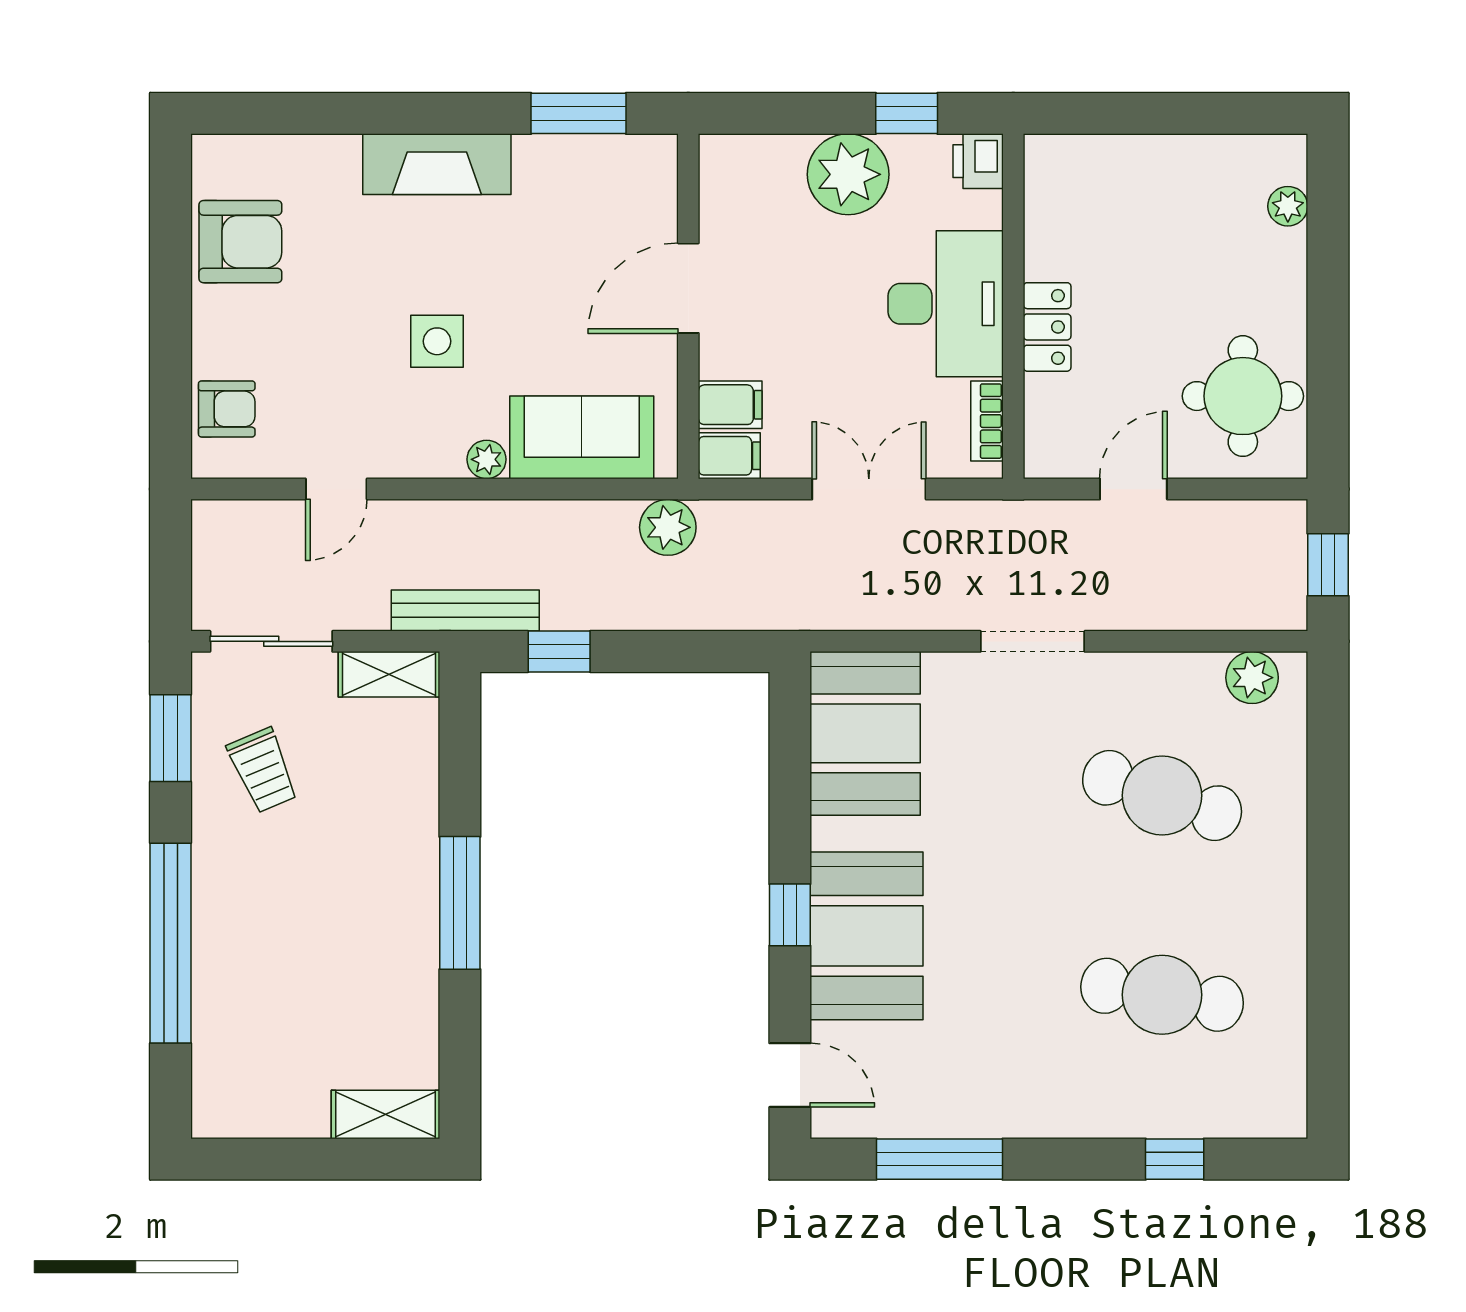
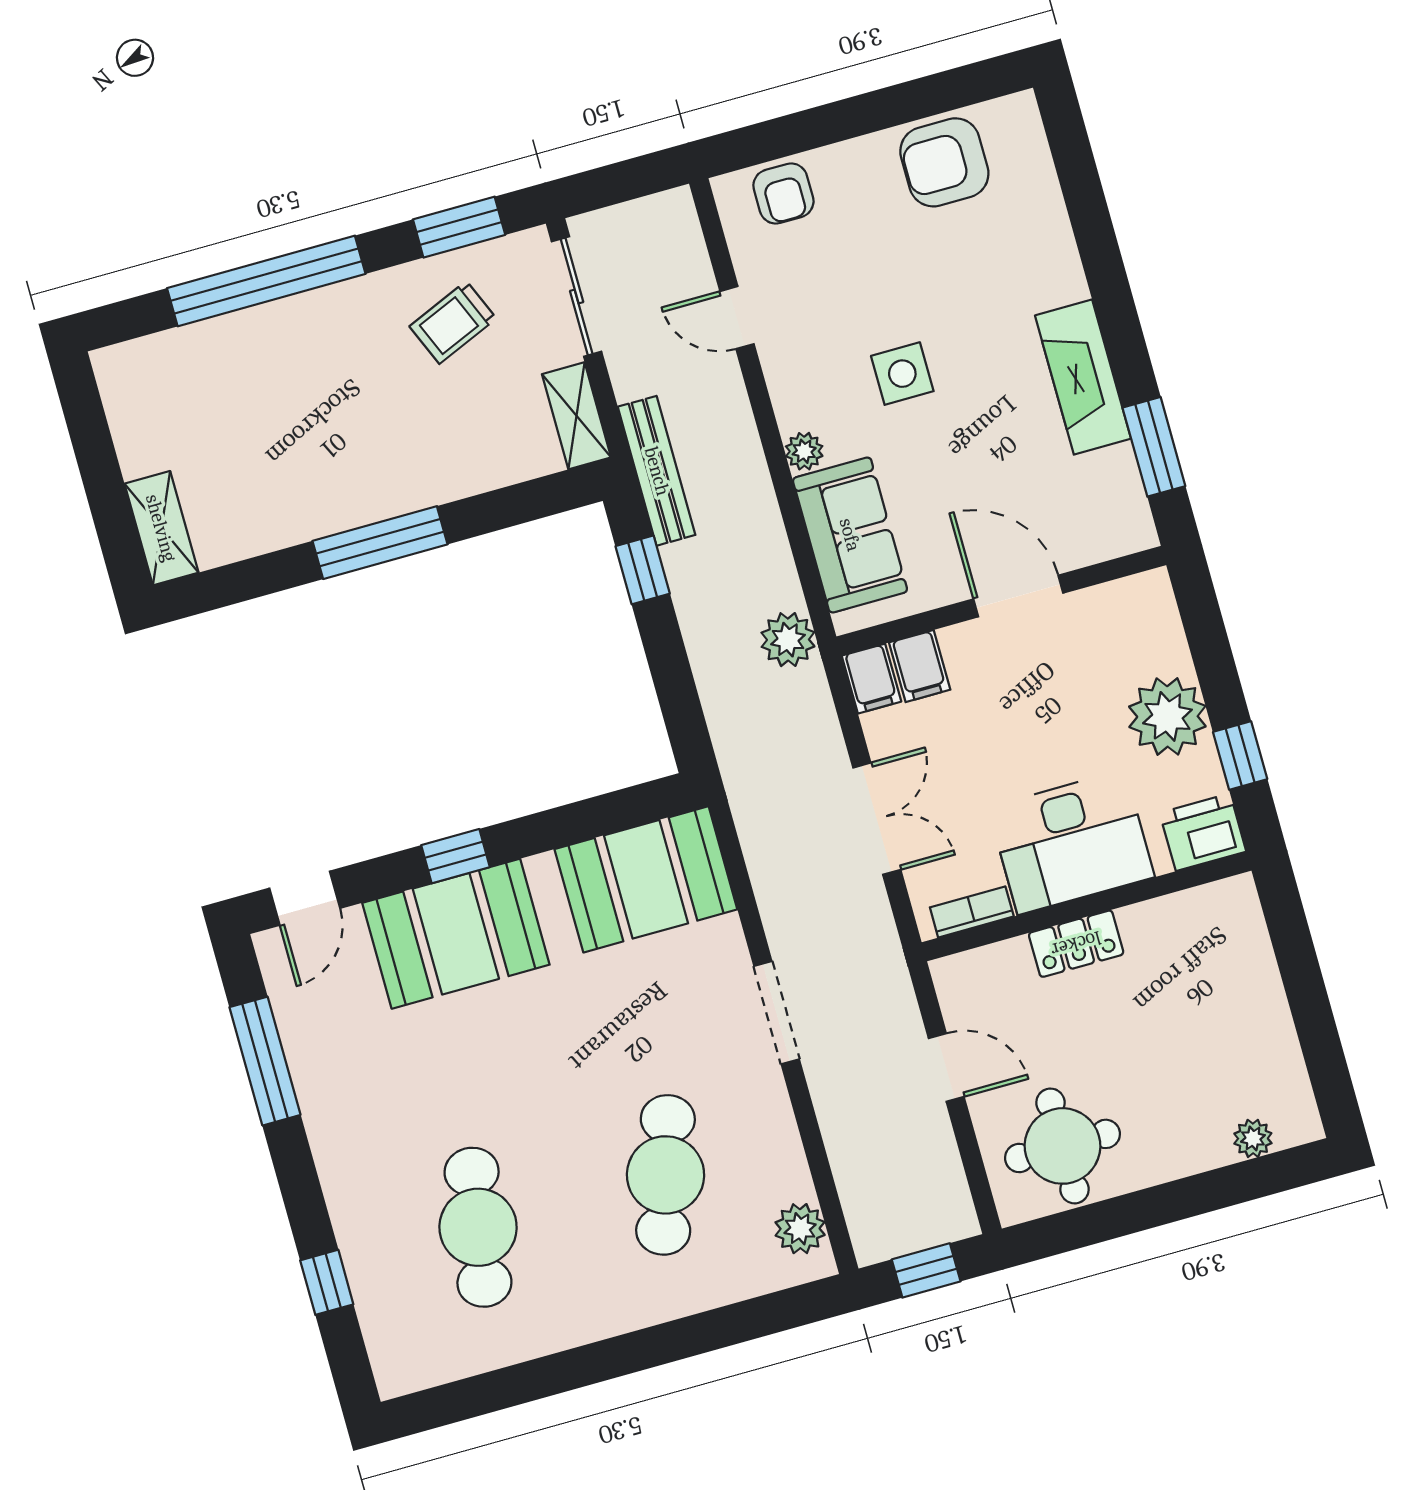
printer: (978, 161) -> (1203, 832), width x1.36, depth x1.24
fireplace: (437, 164) -> (1083, 377), moved
armchair: (240, 242) -> (944, 162), turned 90

